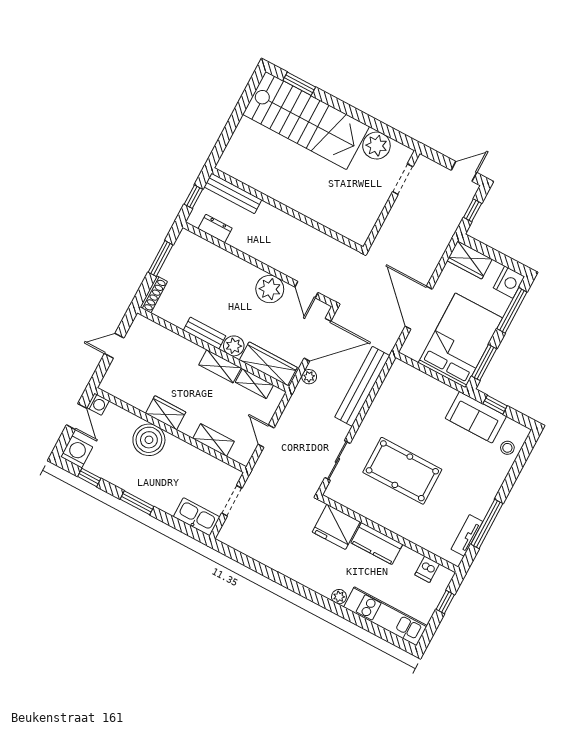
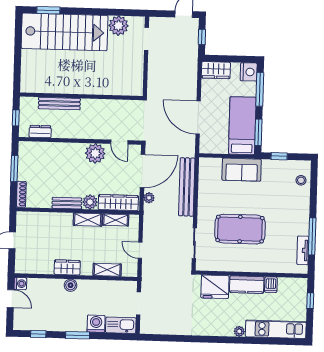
bench: (233, 193) -> (59, 104), moved
bed: (460, 340) -> (242, 126), width x0.67
sofa: (476, 417) -> (242, 170), moved
boiler: (149, 440) -> (71, 285), width x0.54, depth x0.54
washing machine: (77, 452) -> (96, 324), moved
dishwasher: (427, 569) -> (271, 285), moved

